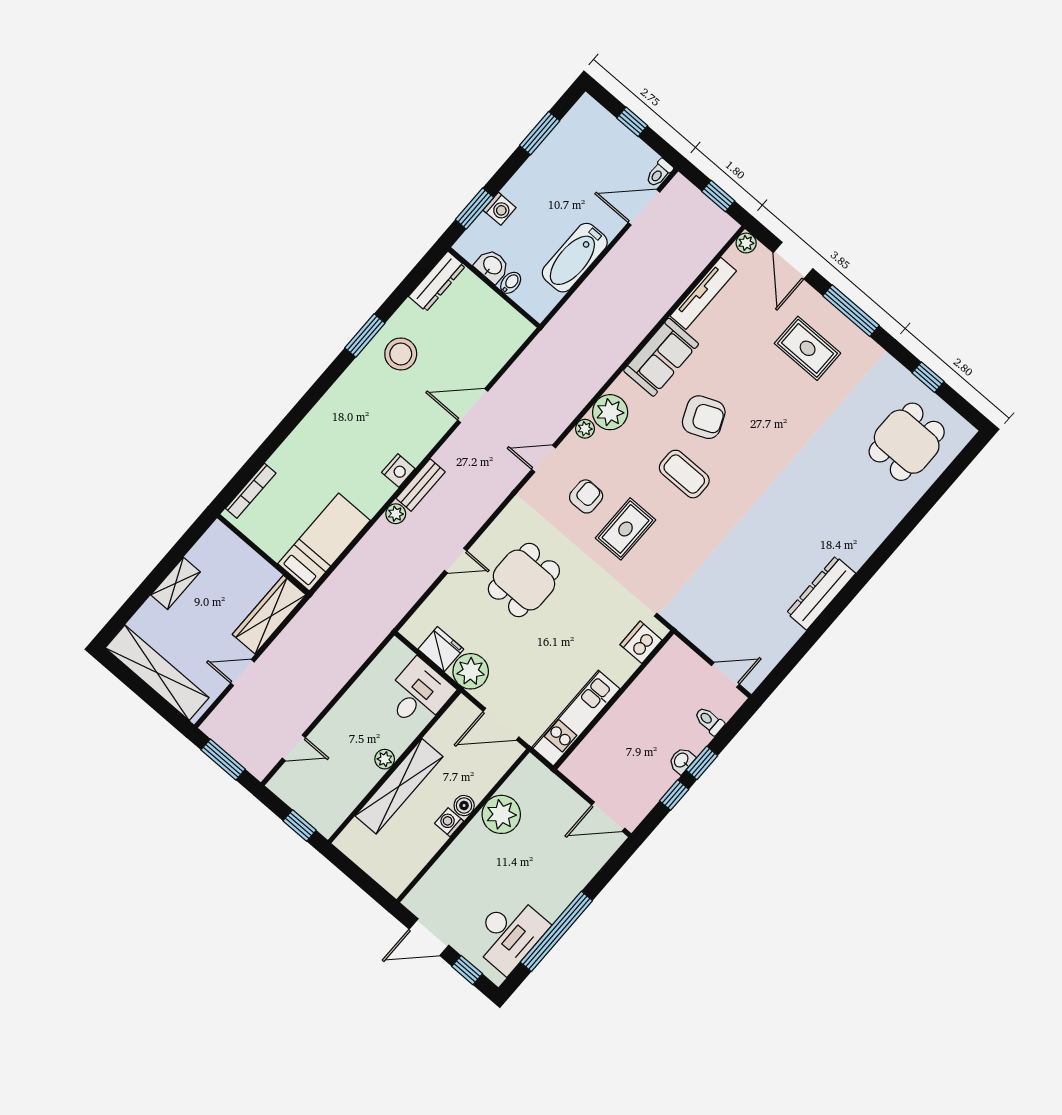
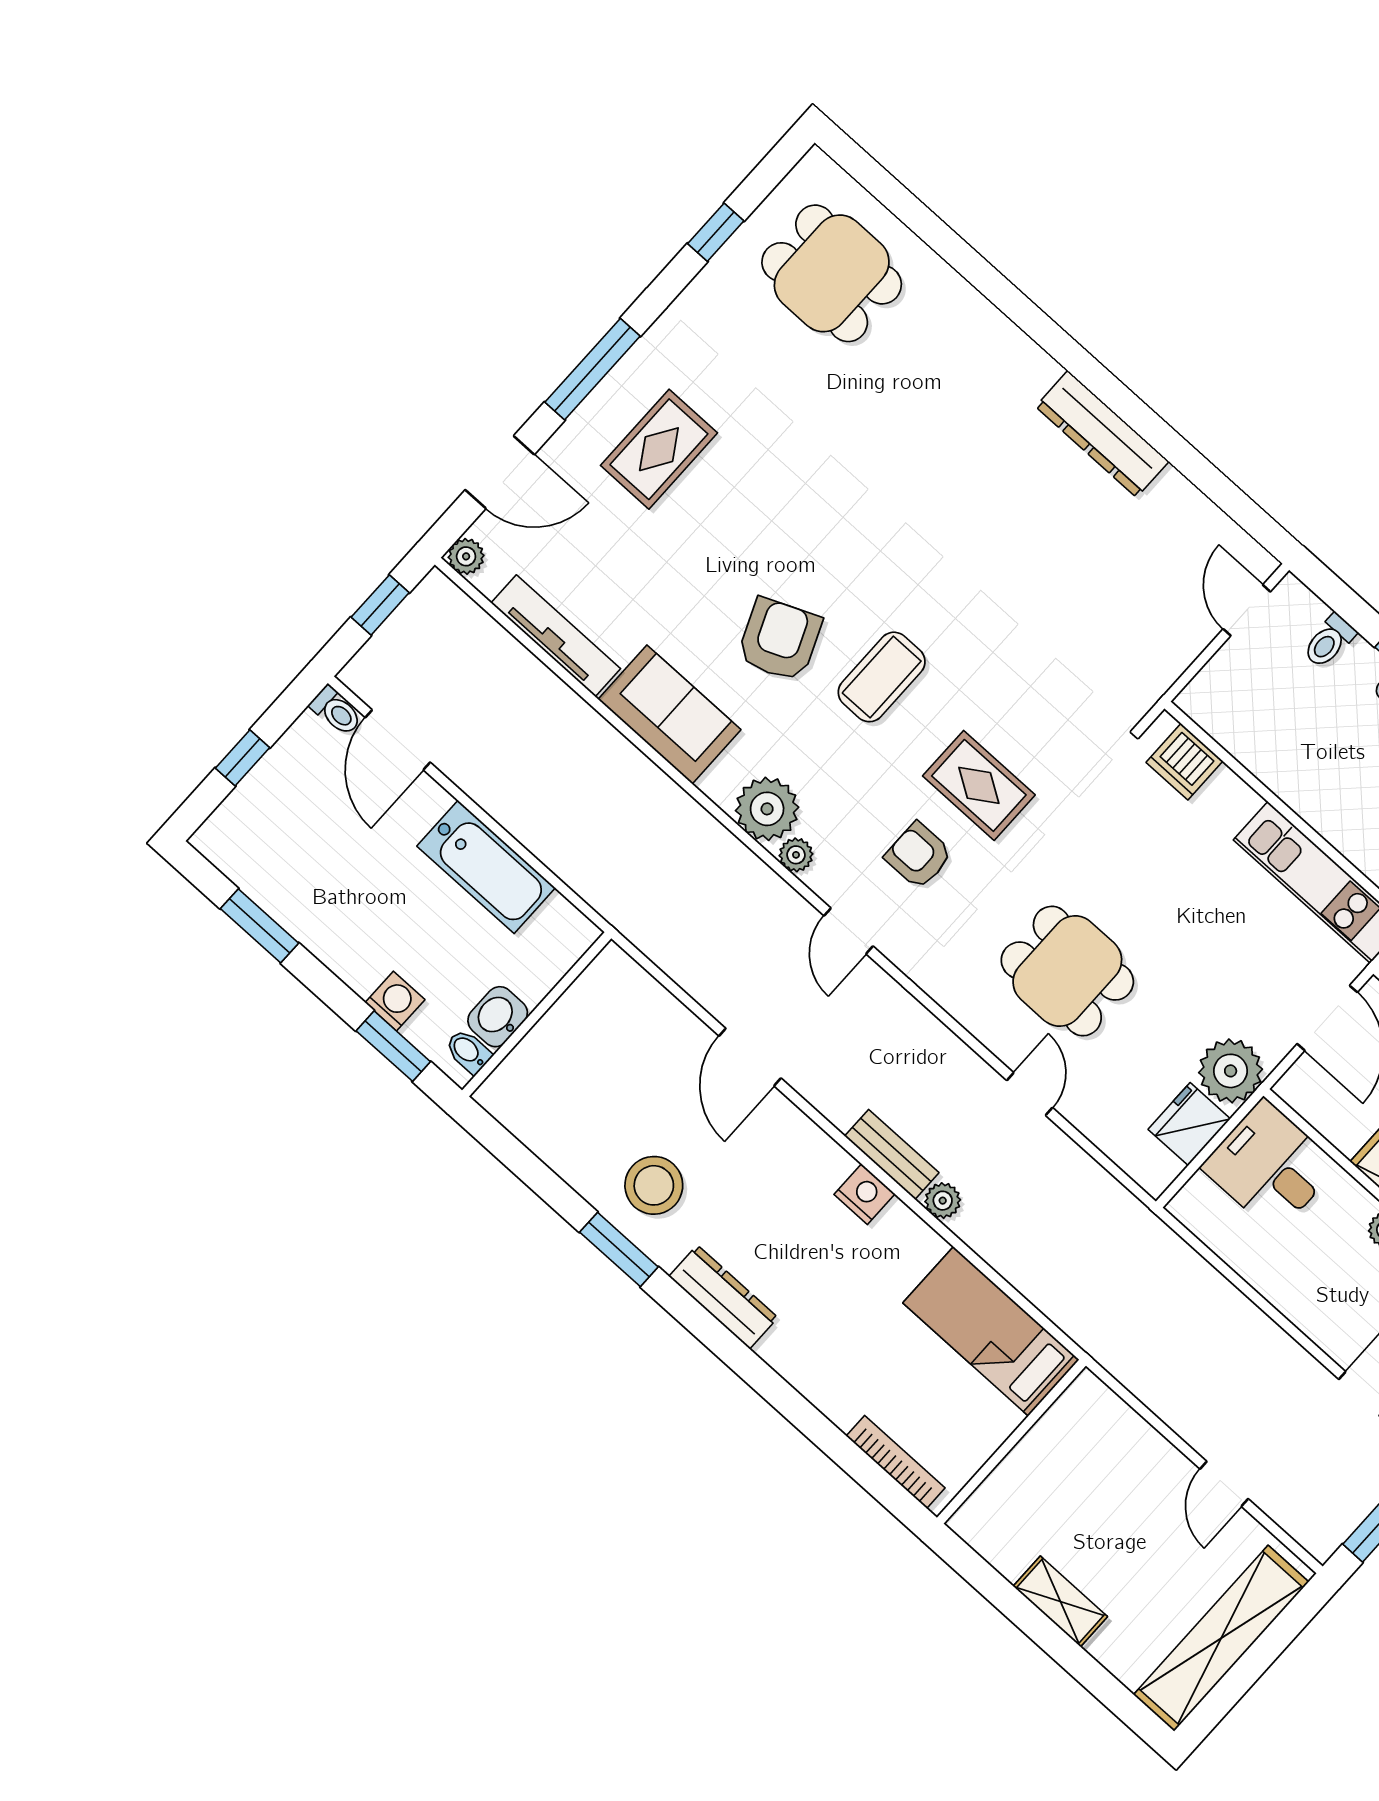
dresser: (437, 281) -> (723, 1297), moved
bidet: (511, 283) -> (468, 1051), moved
wardrobe: (269, 615) -> (1120, 1433), removed

